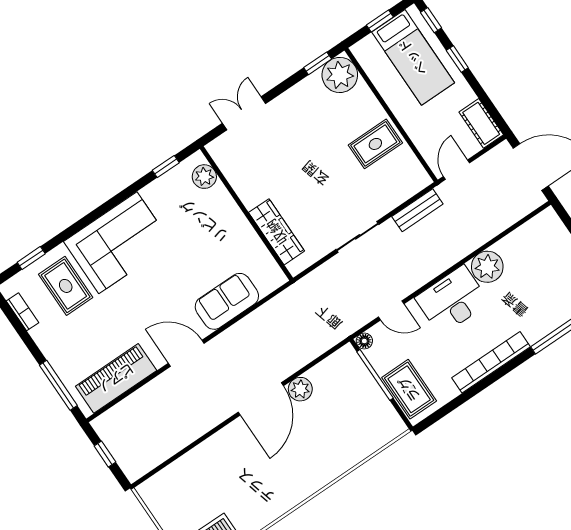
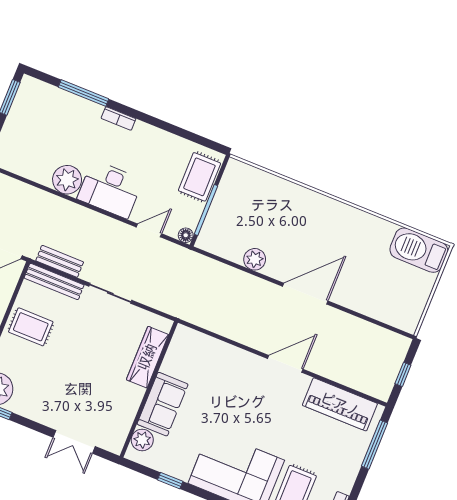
window: (166, 166) -> (170, 481), moved
bench: (402, 193) -> (54, 281), added
sofa: (227, 301) -> (163, 404), moved, turned -90
door: (391, 310) -> (149, 230), hinge flipped
door: (186, 353) -> (285, 364), swing flipped
bookcase: (491, 362) -> (118, 119), width x0.43, depth x0.76
door: (261, 399) -> (305, 294), moved

